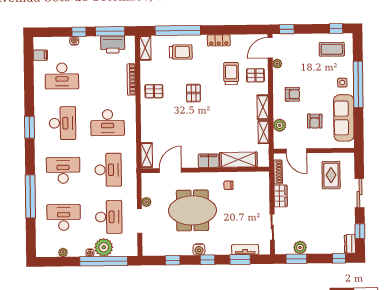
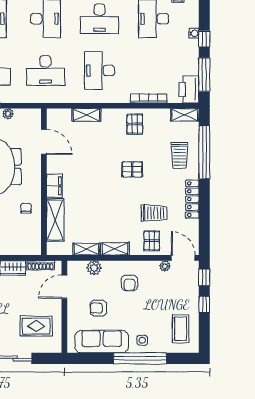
window: (336, 29) -> (204, 304), moved
locker: (219, 40) -> (192, 199), width x1.53
printer: (113, 45) -> (189, 89), moved
shelving: (147, 155) -> (86, 115), moved

